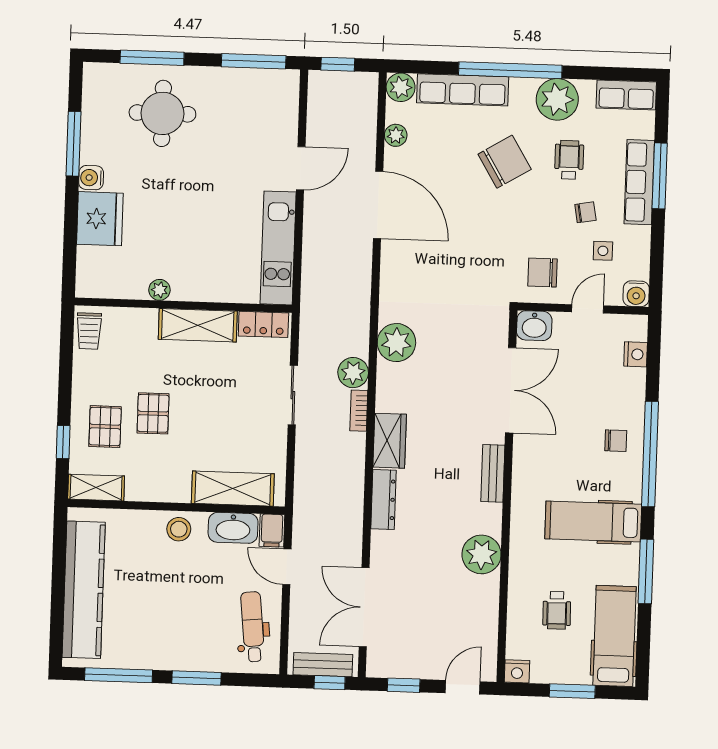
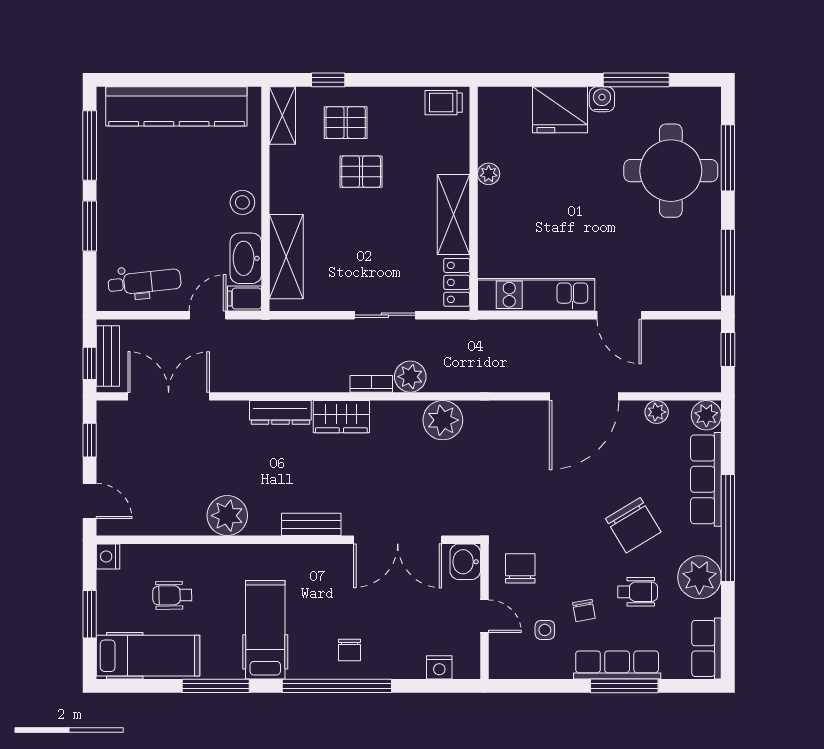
round table: (162, 113) -> (671, 171), width x1.36, depth x1.36
water cooler: (636, 294) -> (502, 666), removed

